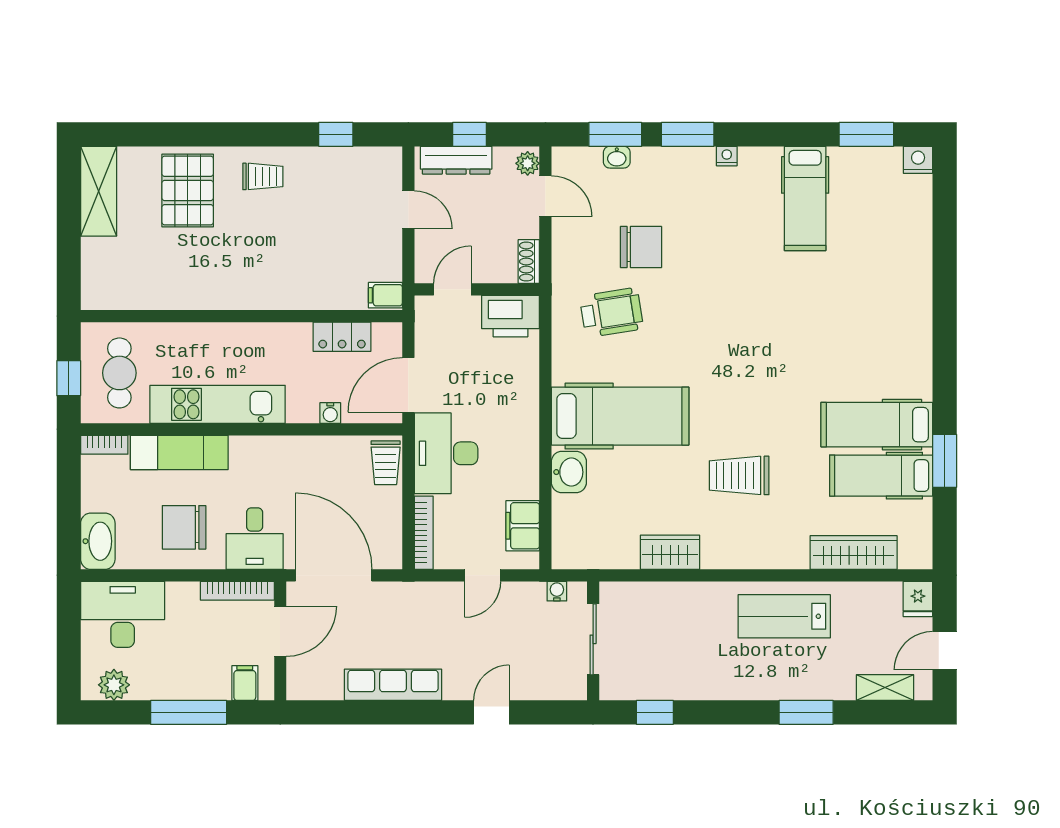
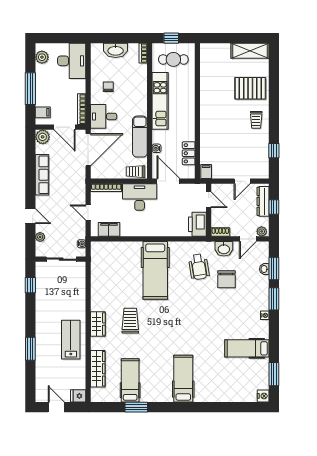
hospital bed: (877, 425) -> (183, 379), moved
exam couch: (179, 452) -> (140, 137), moved
washbasin: (569, 472) -> (224, 249), moved
chair: (184, 527) -> (108, 87), width x0.54, depth x0.54
washbasin: (98, 541) -> (116, 50), moved
wardrobe: (670, 552) -> (98, 324), moved
plant: (303, 683) -> (43, 137), added
shelving: (885, 688) -> (41, 382), removed
plant: (541, 689) -> (40, 237), added

